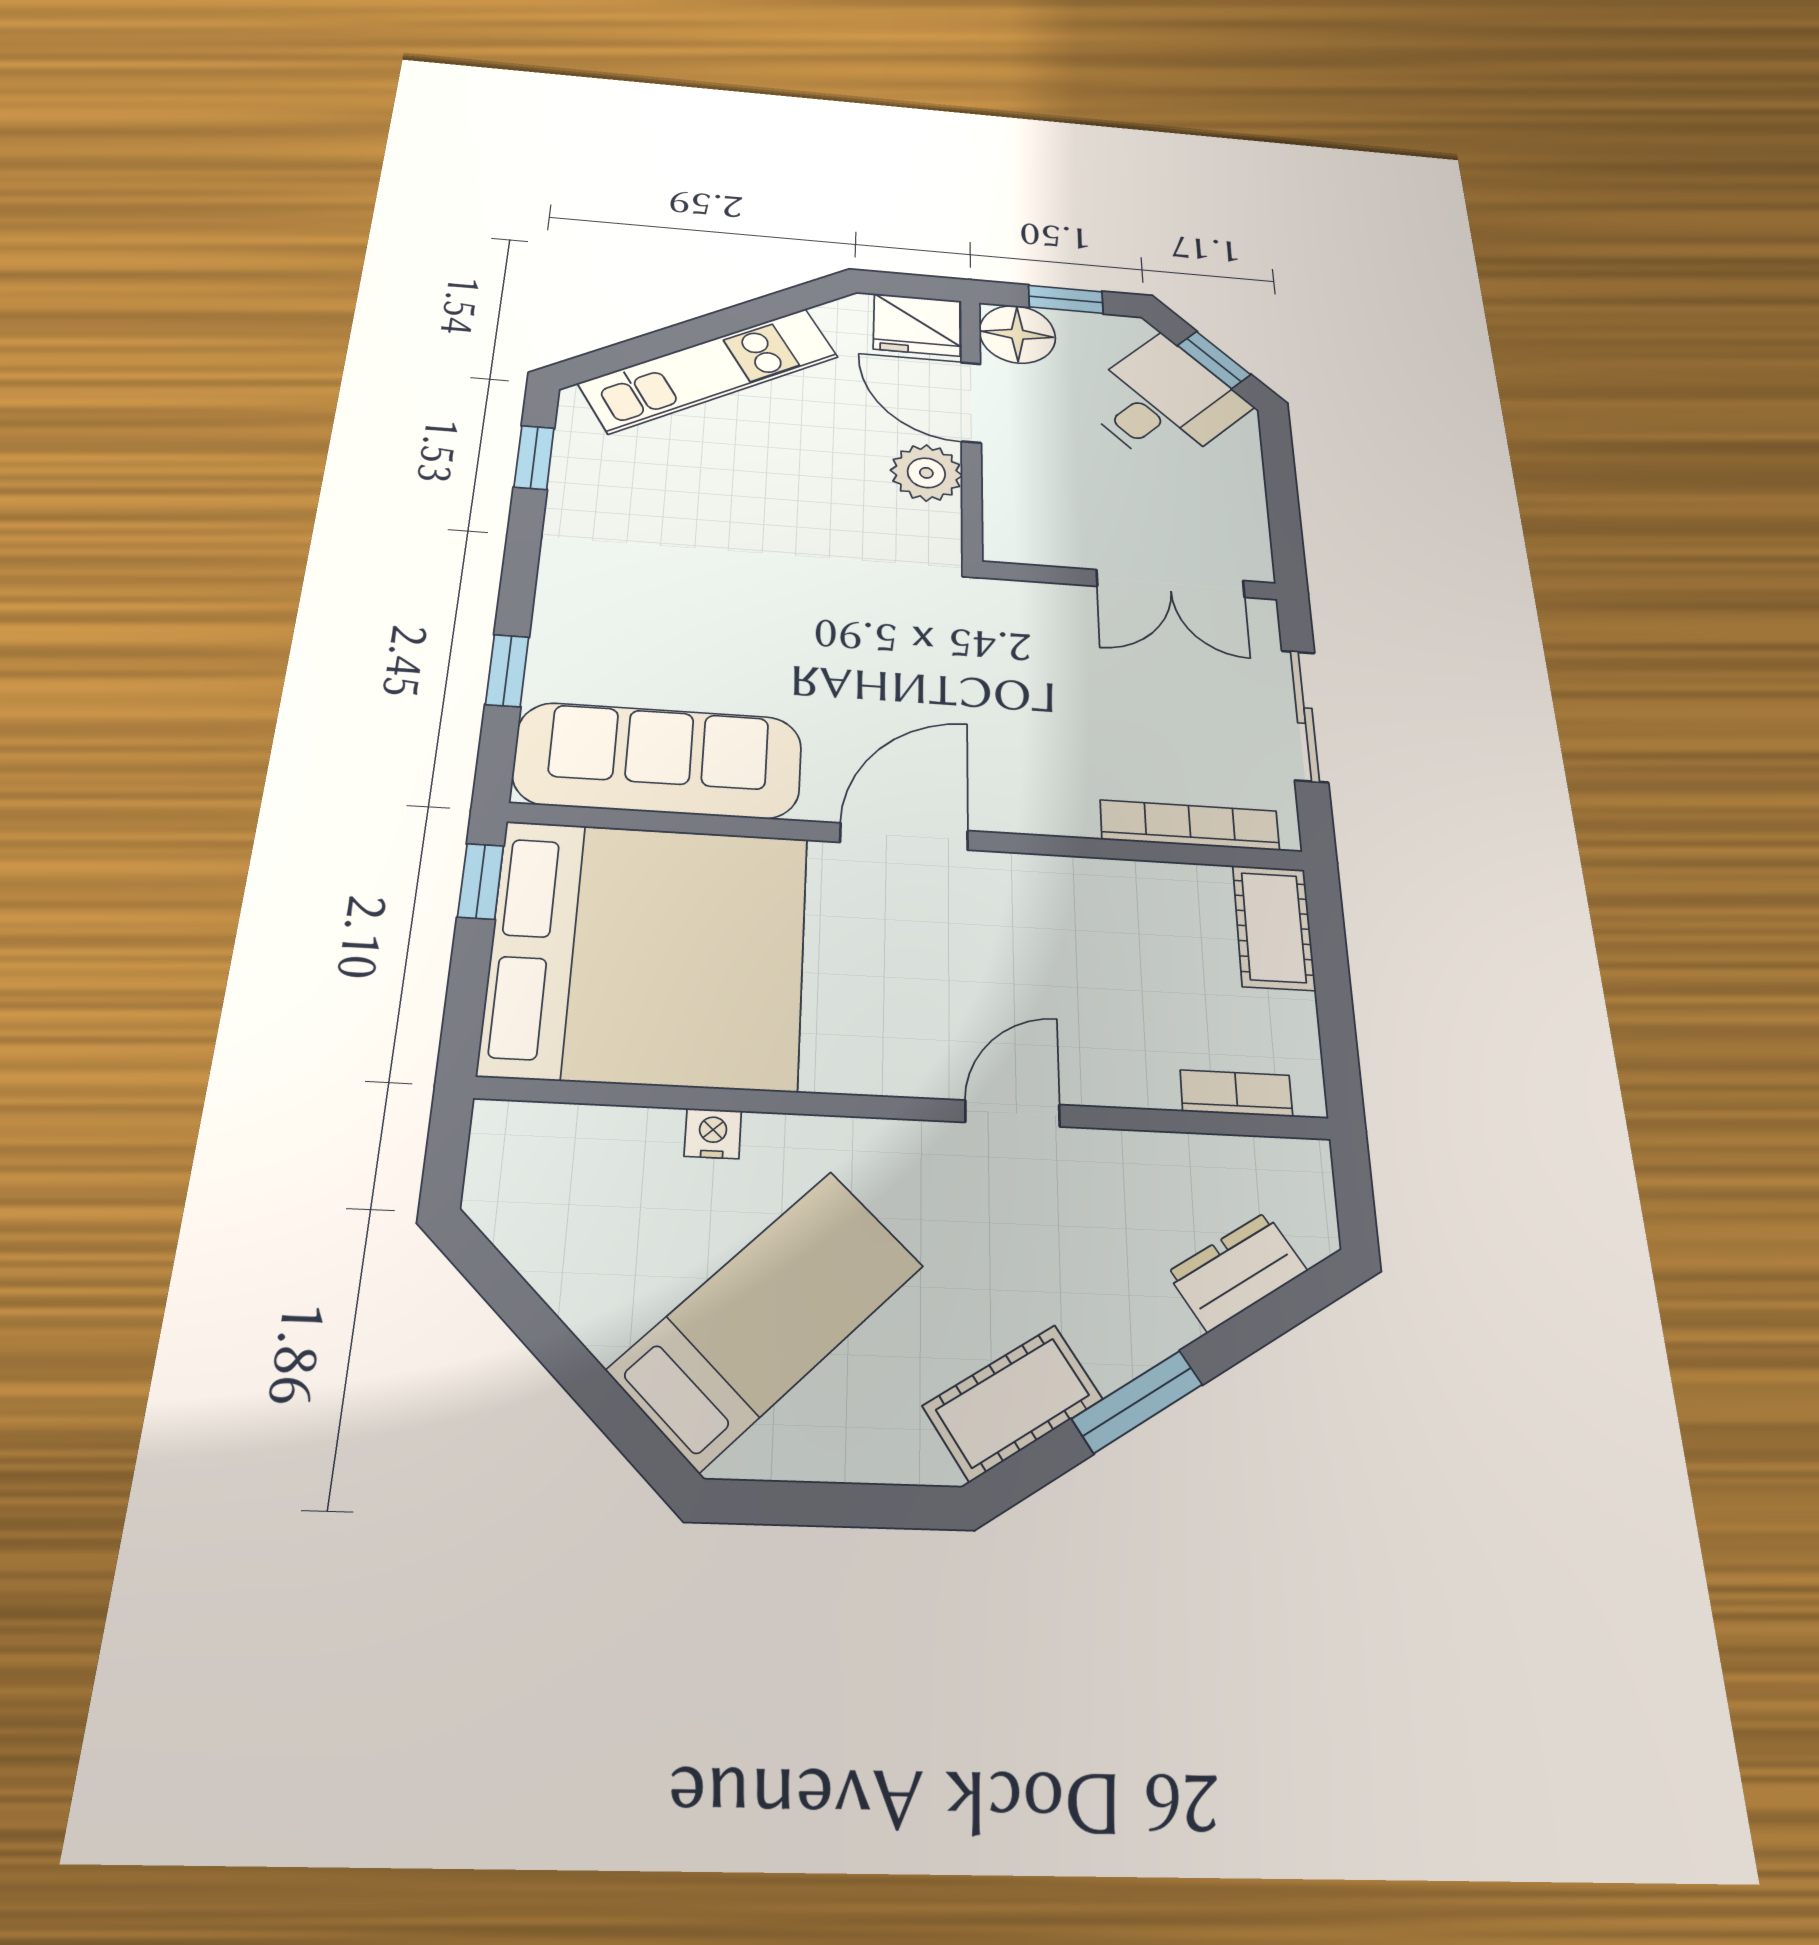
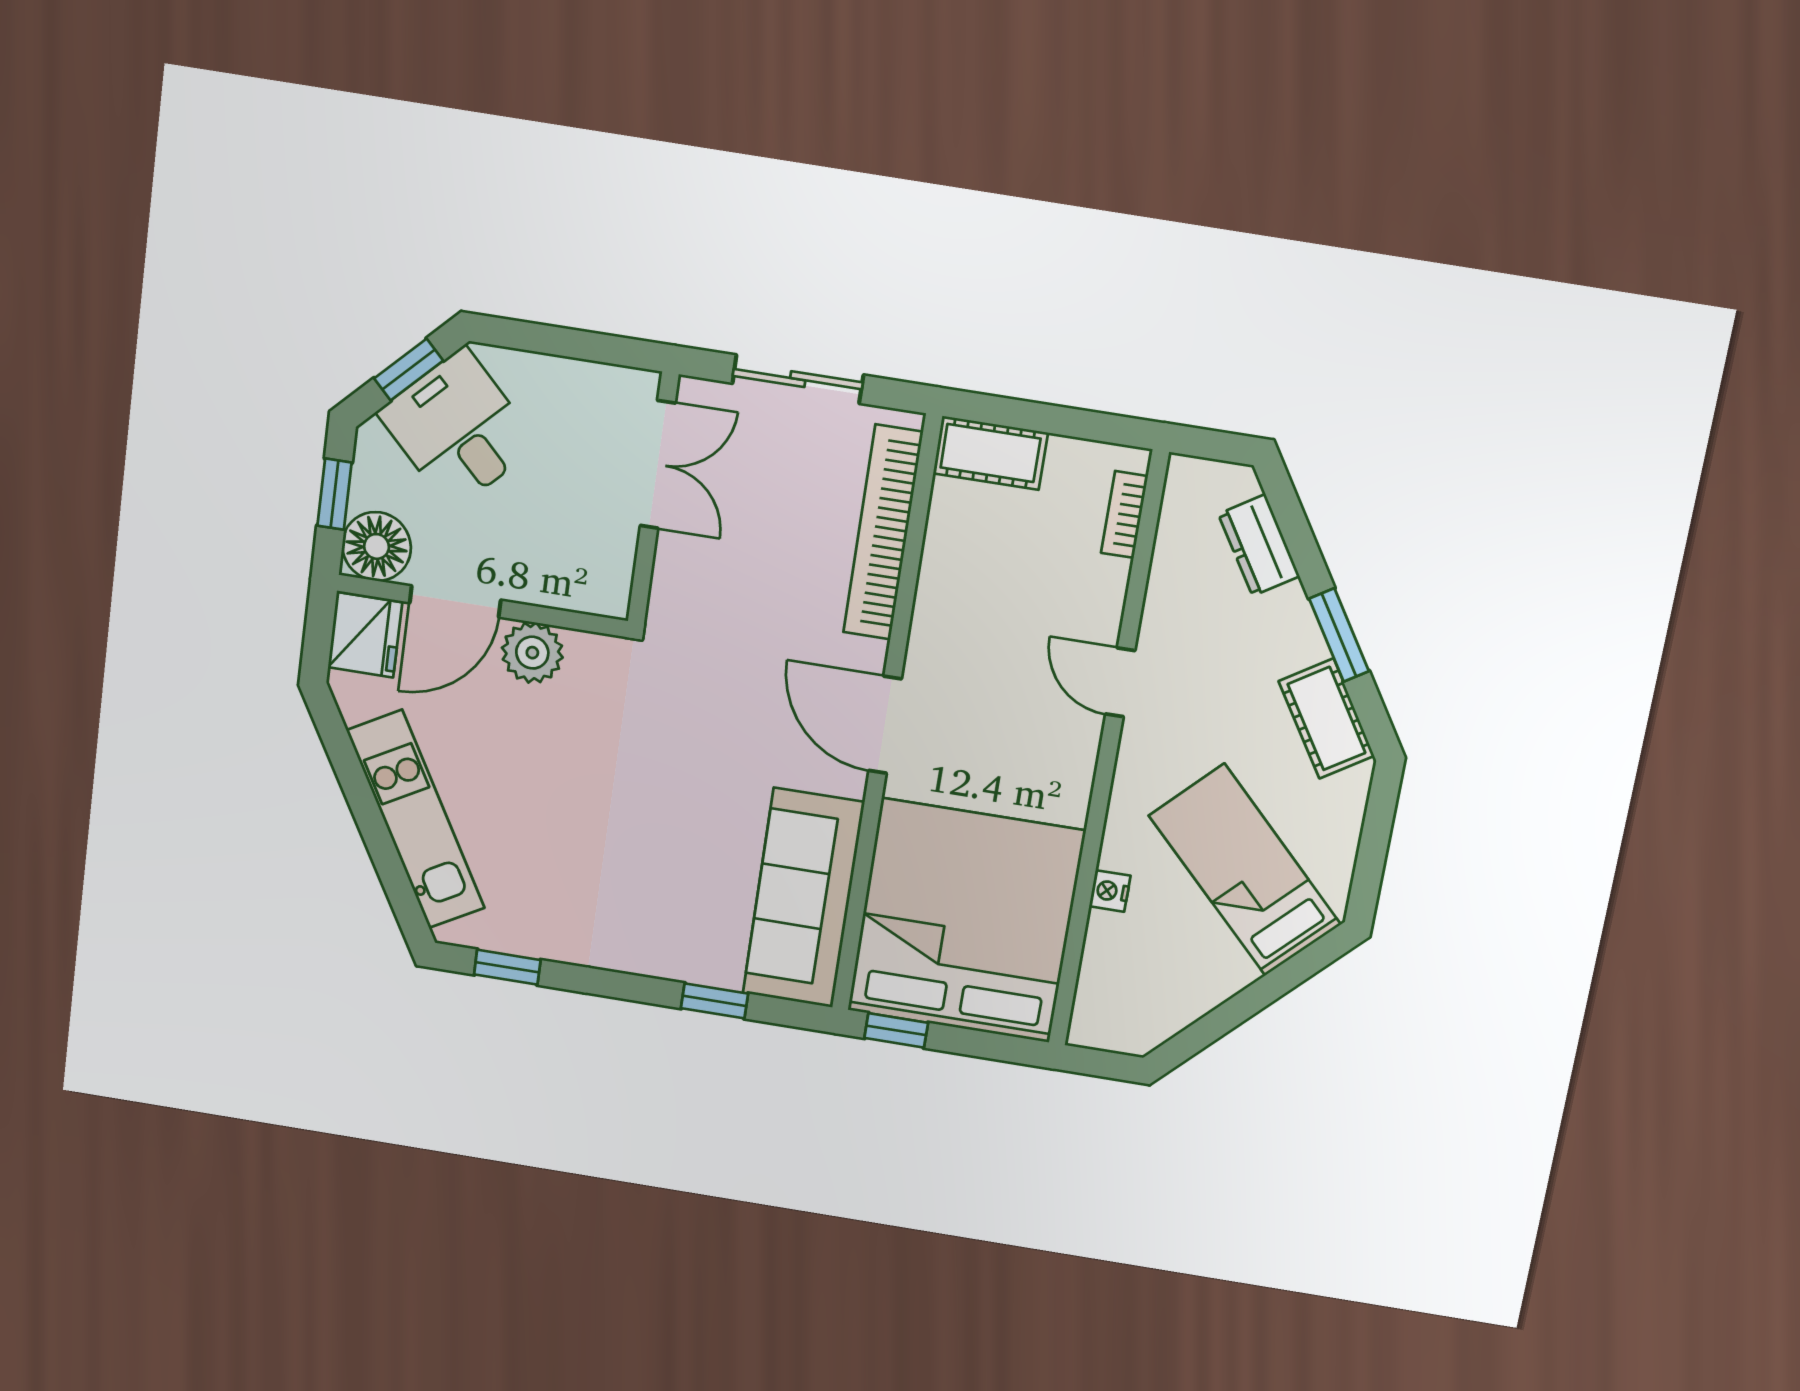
bookcase: (1190, 825) -> (883, 533), width x1.48, depth x1.31

